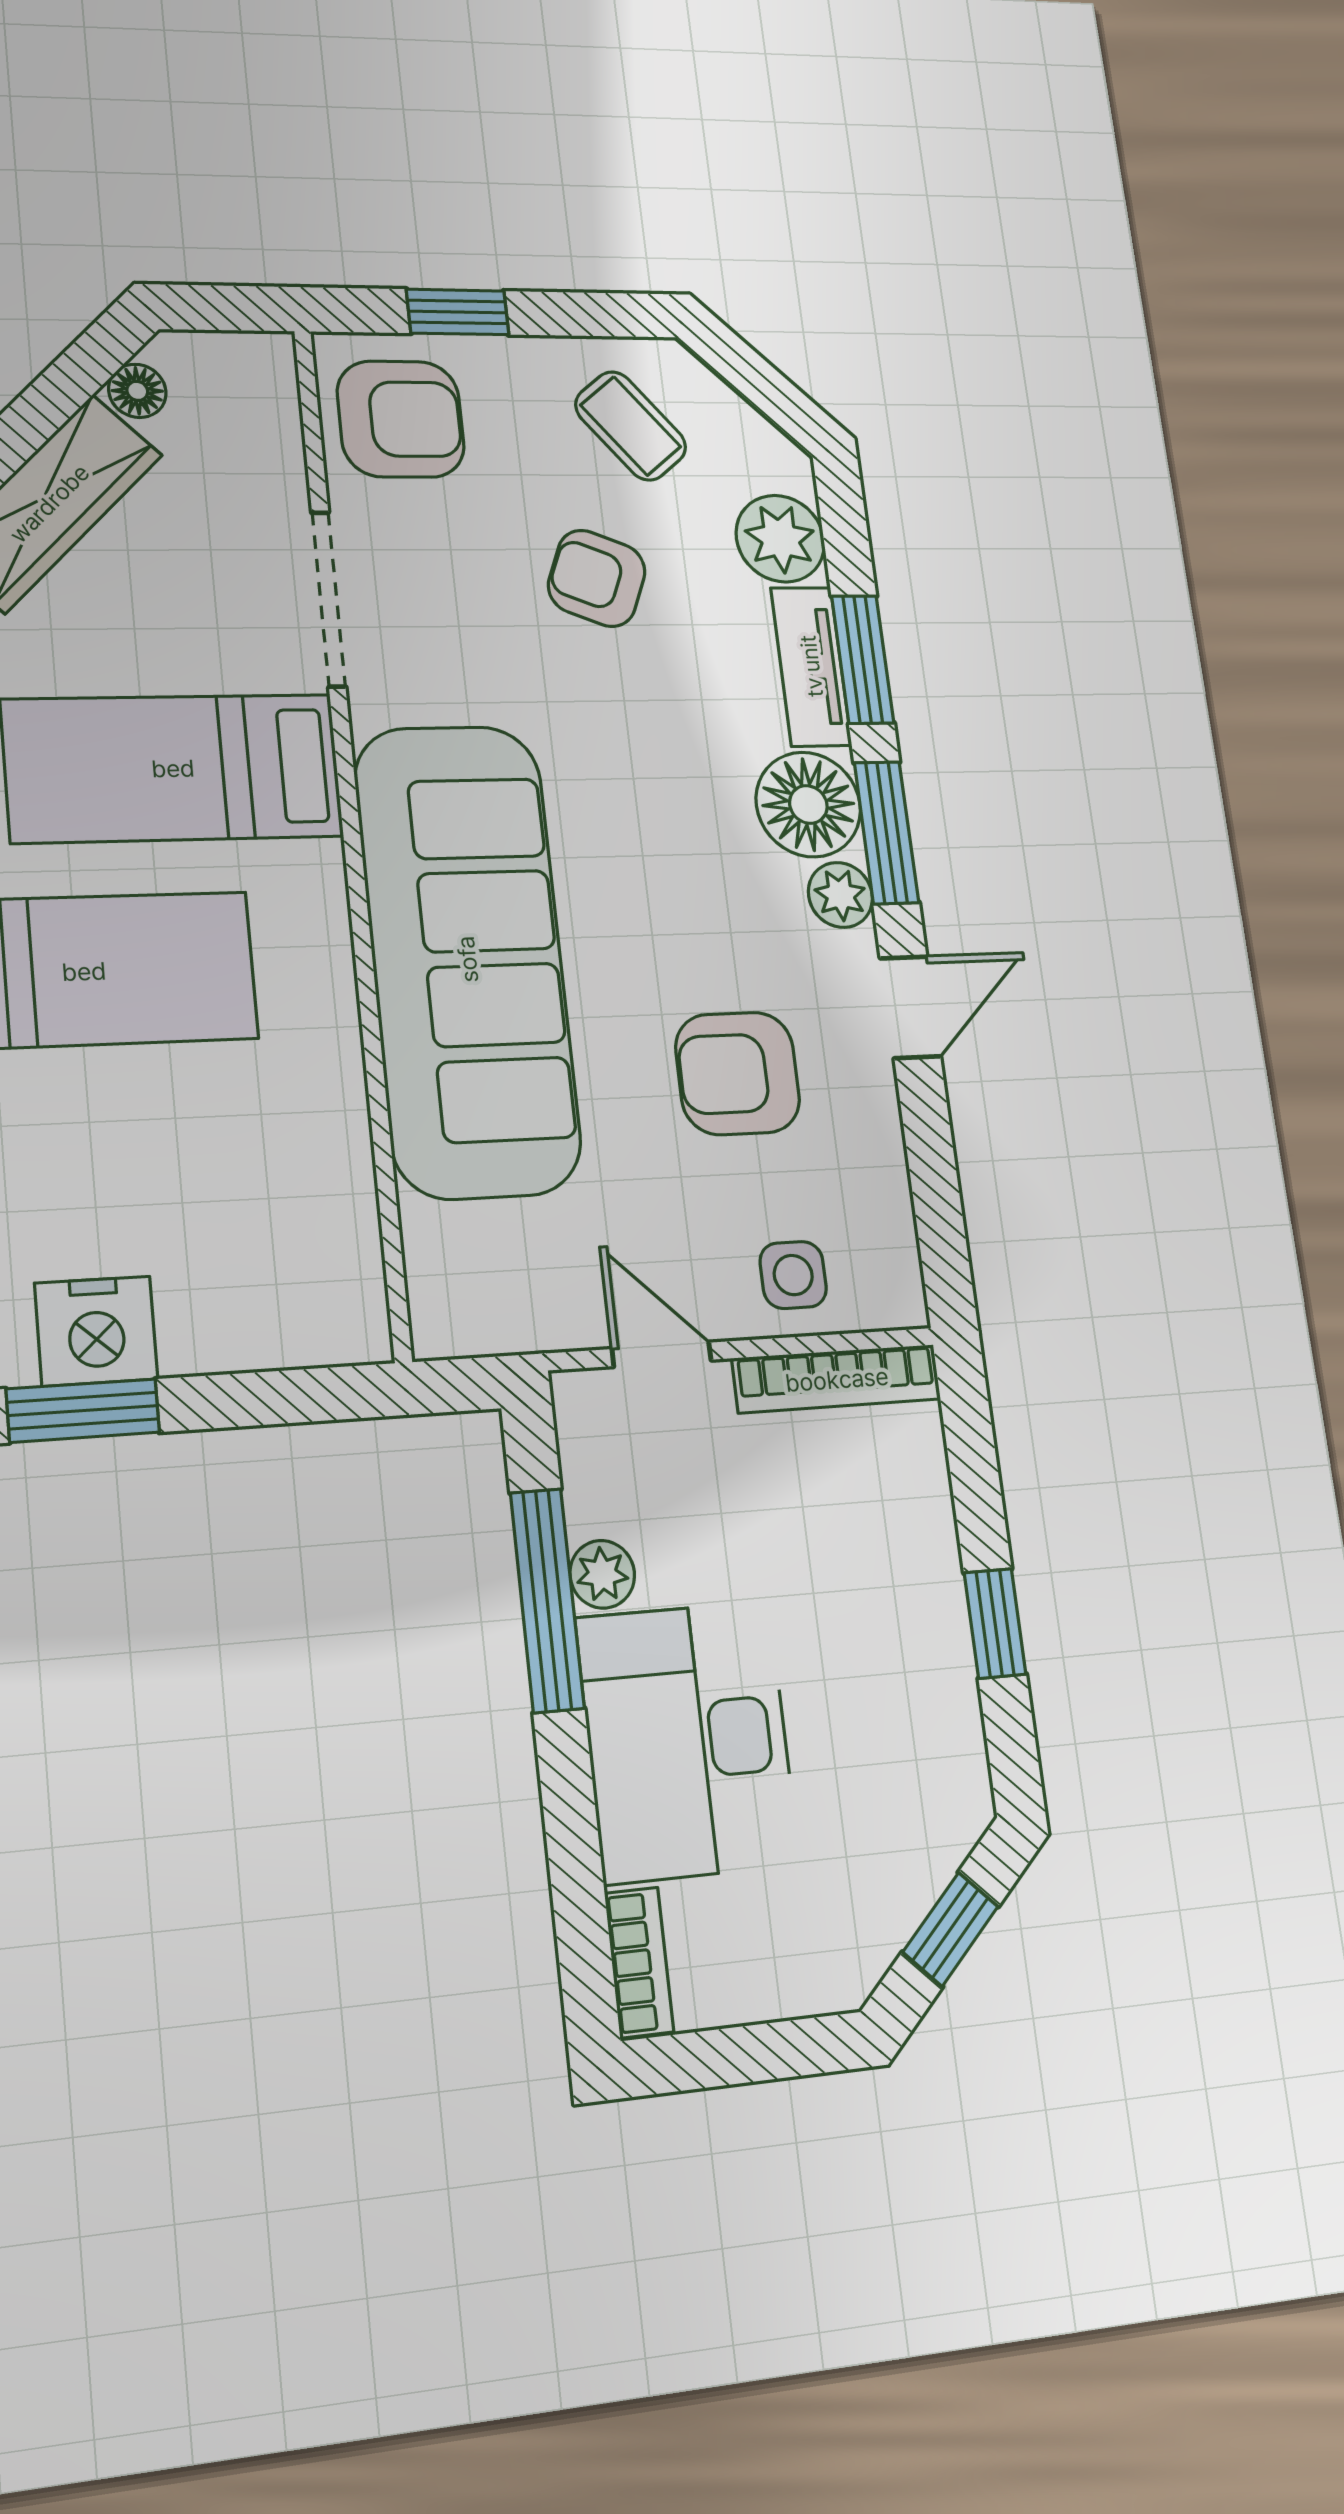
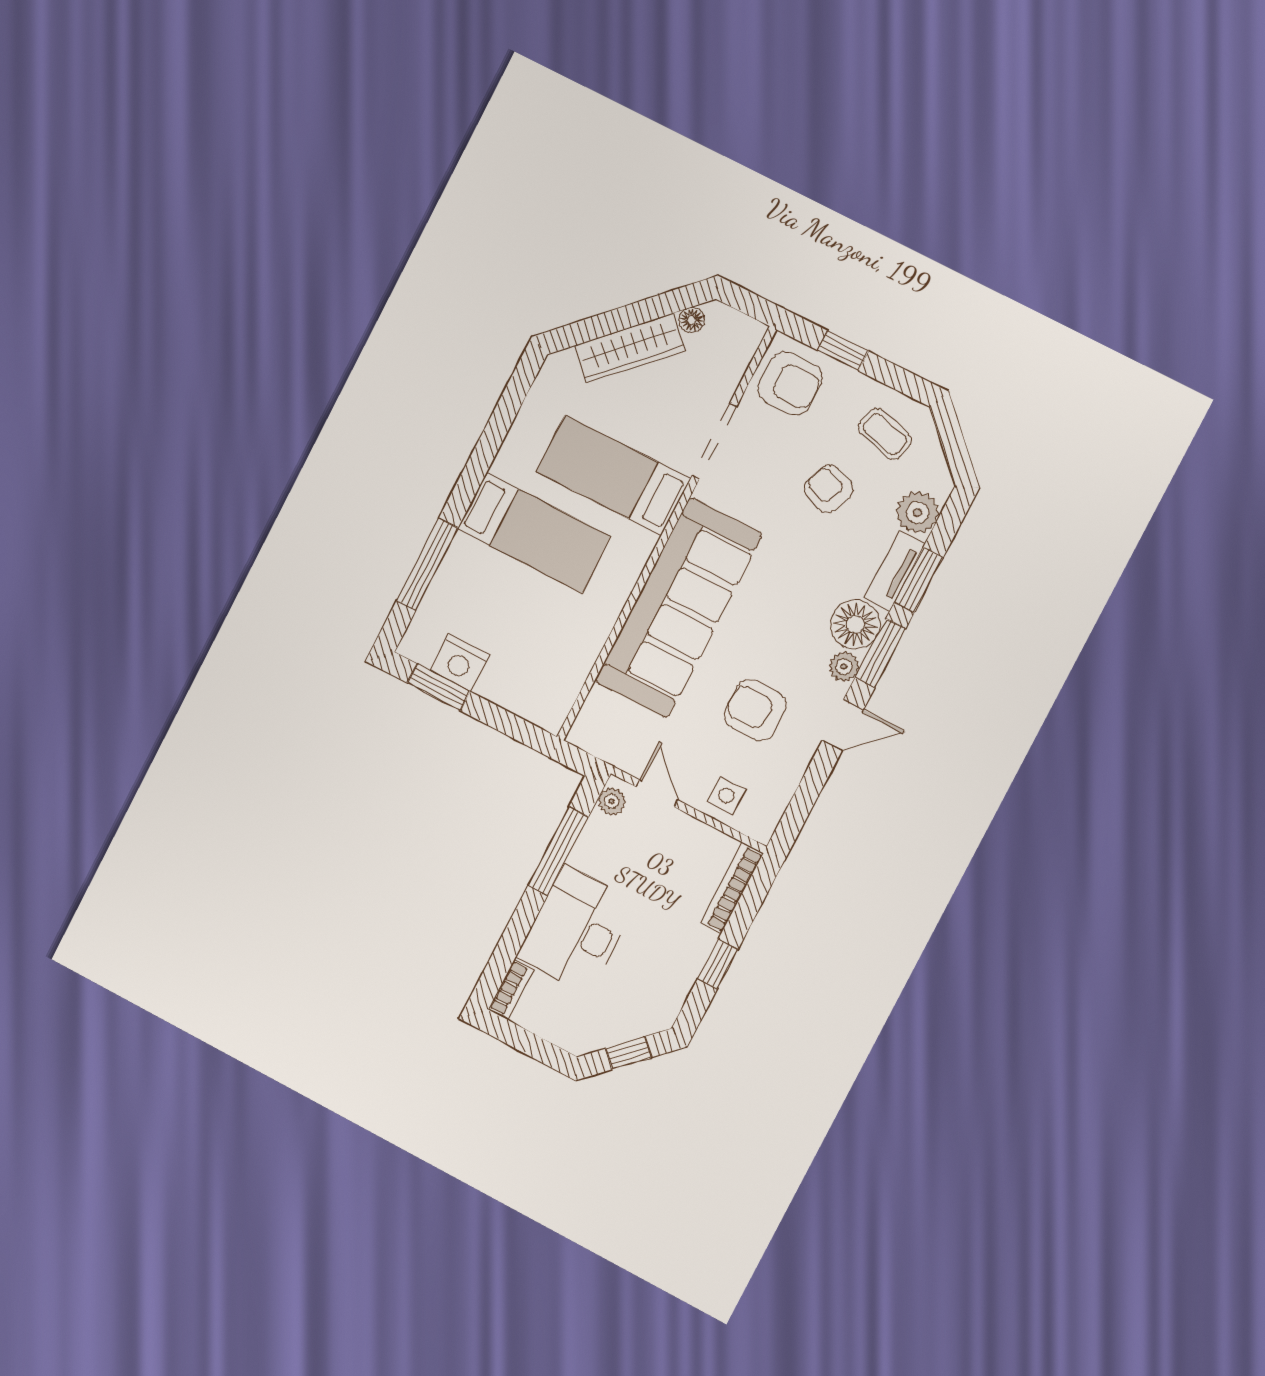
coffee table: (631, 426) -> (885, 434), turned -36
bookcase: (837, 1379) -> (732, 888), moved, turned 90
plant: (602, 1574) -> (612, 801), moved

